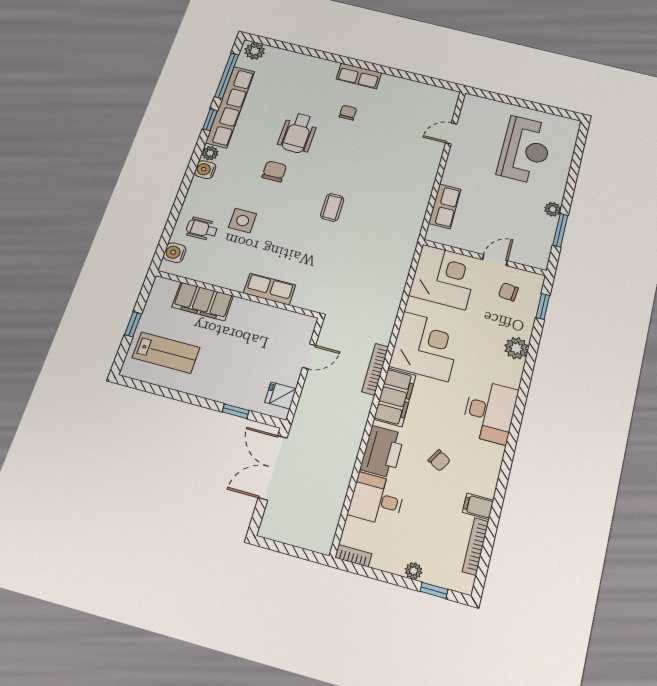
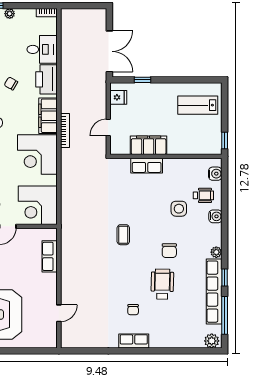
water cooler: (205, 170) -> (215, 216), moved
filing cabinet: (203, 301) -> (149, 145), moved
window: (133, 324) -> (225, 141), moved

